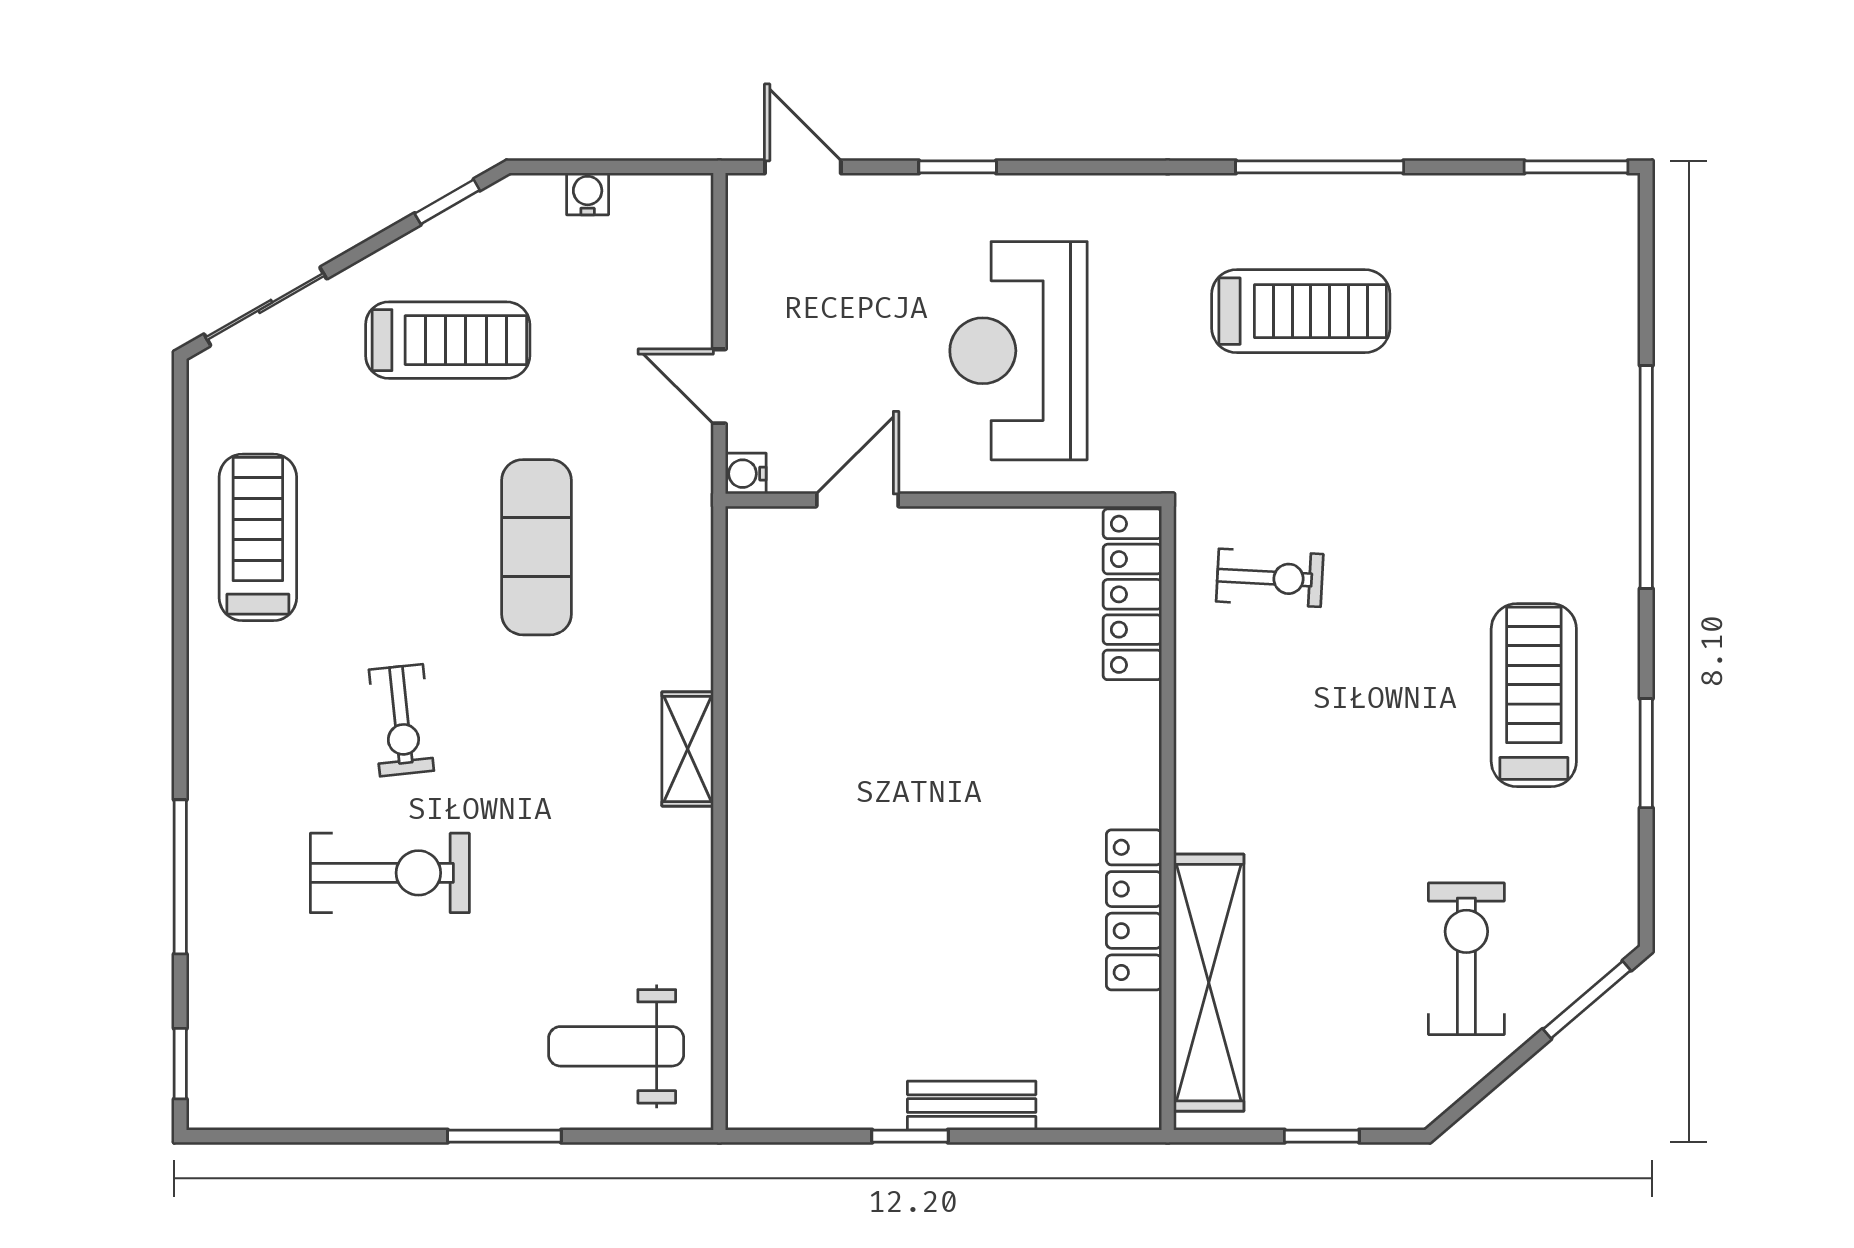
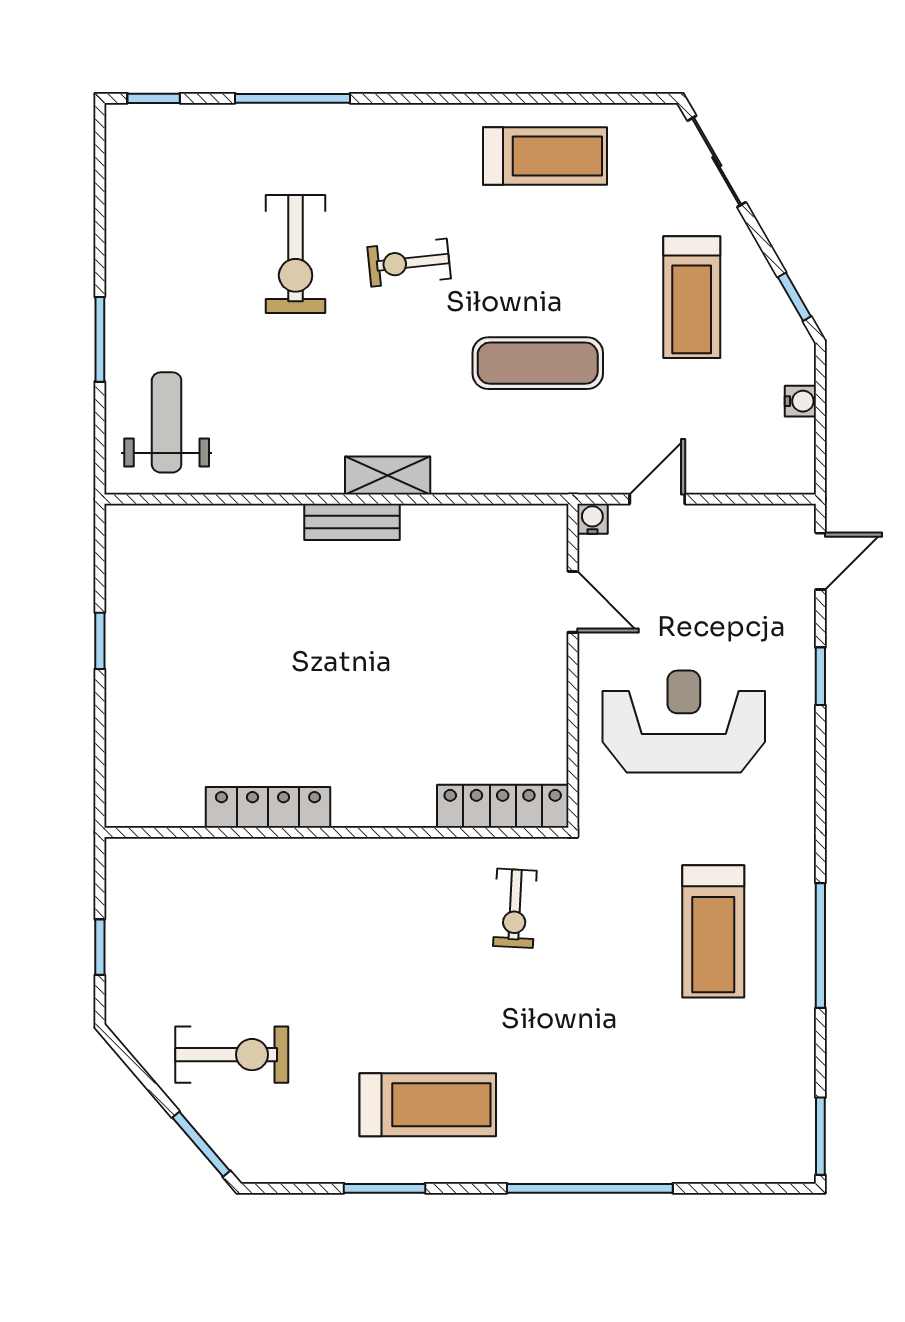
shelving: (1209, 983) -> (214, 863), removed
bench: (972, 1106) -> (352, 522), moved, turned 90

